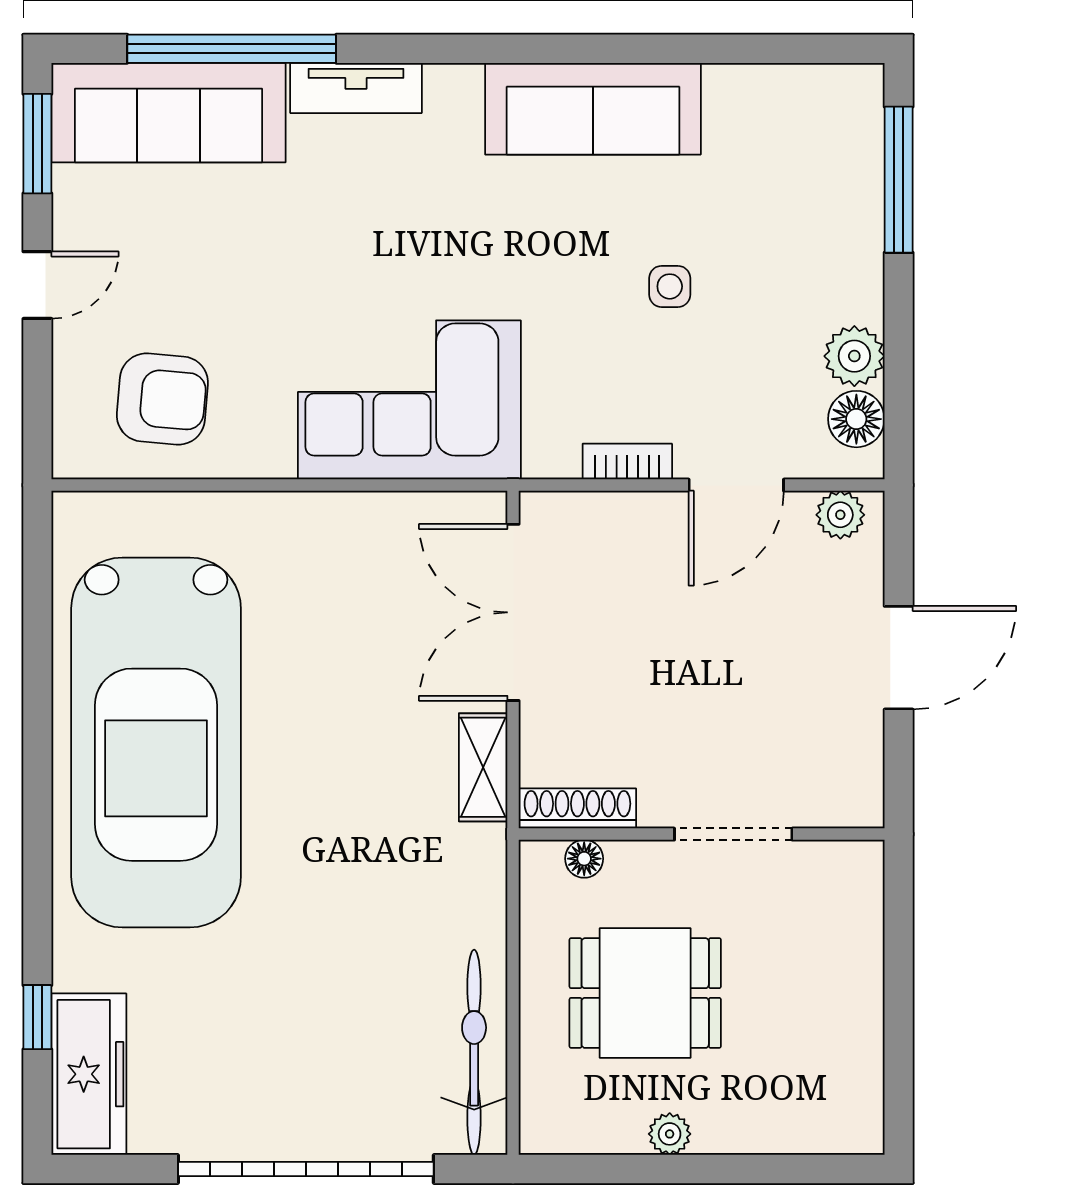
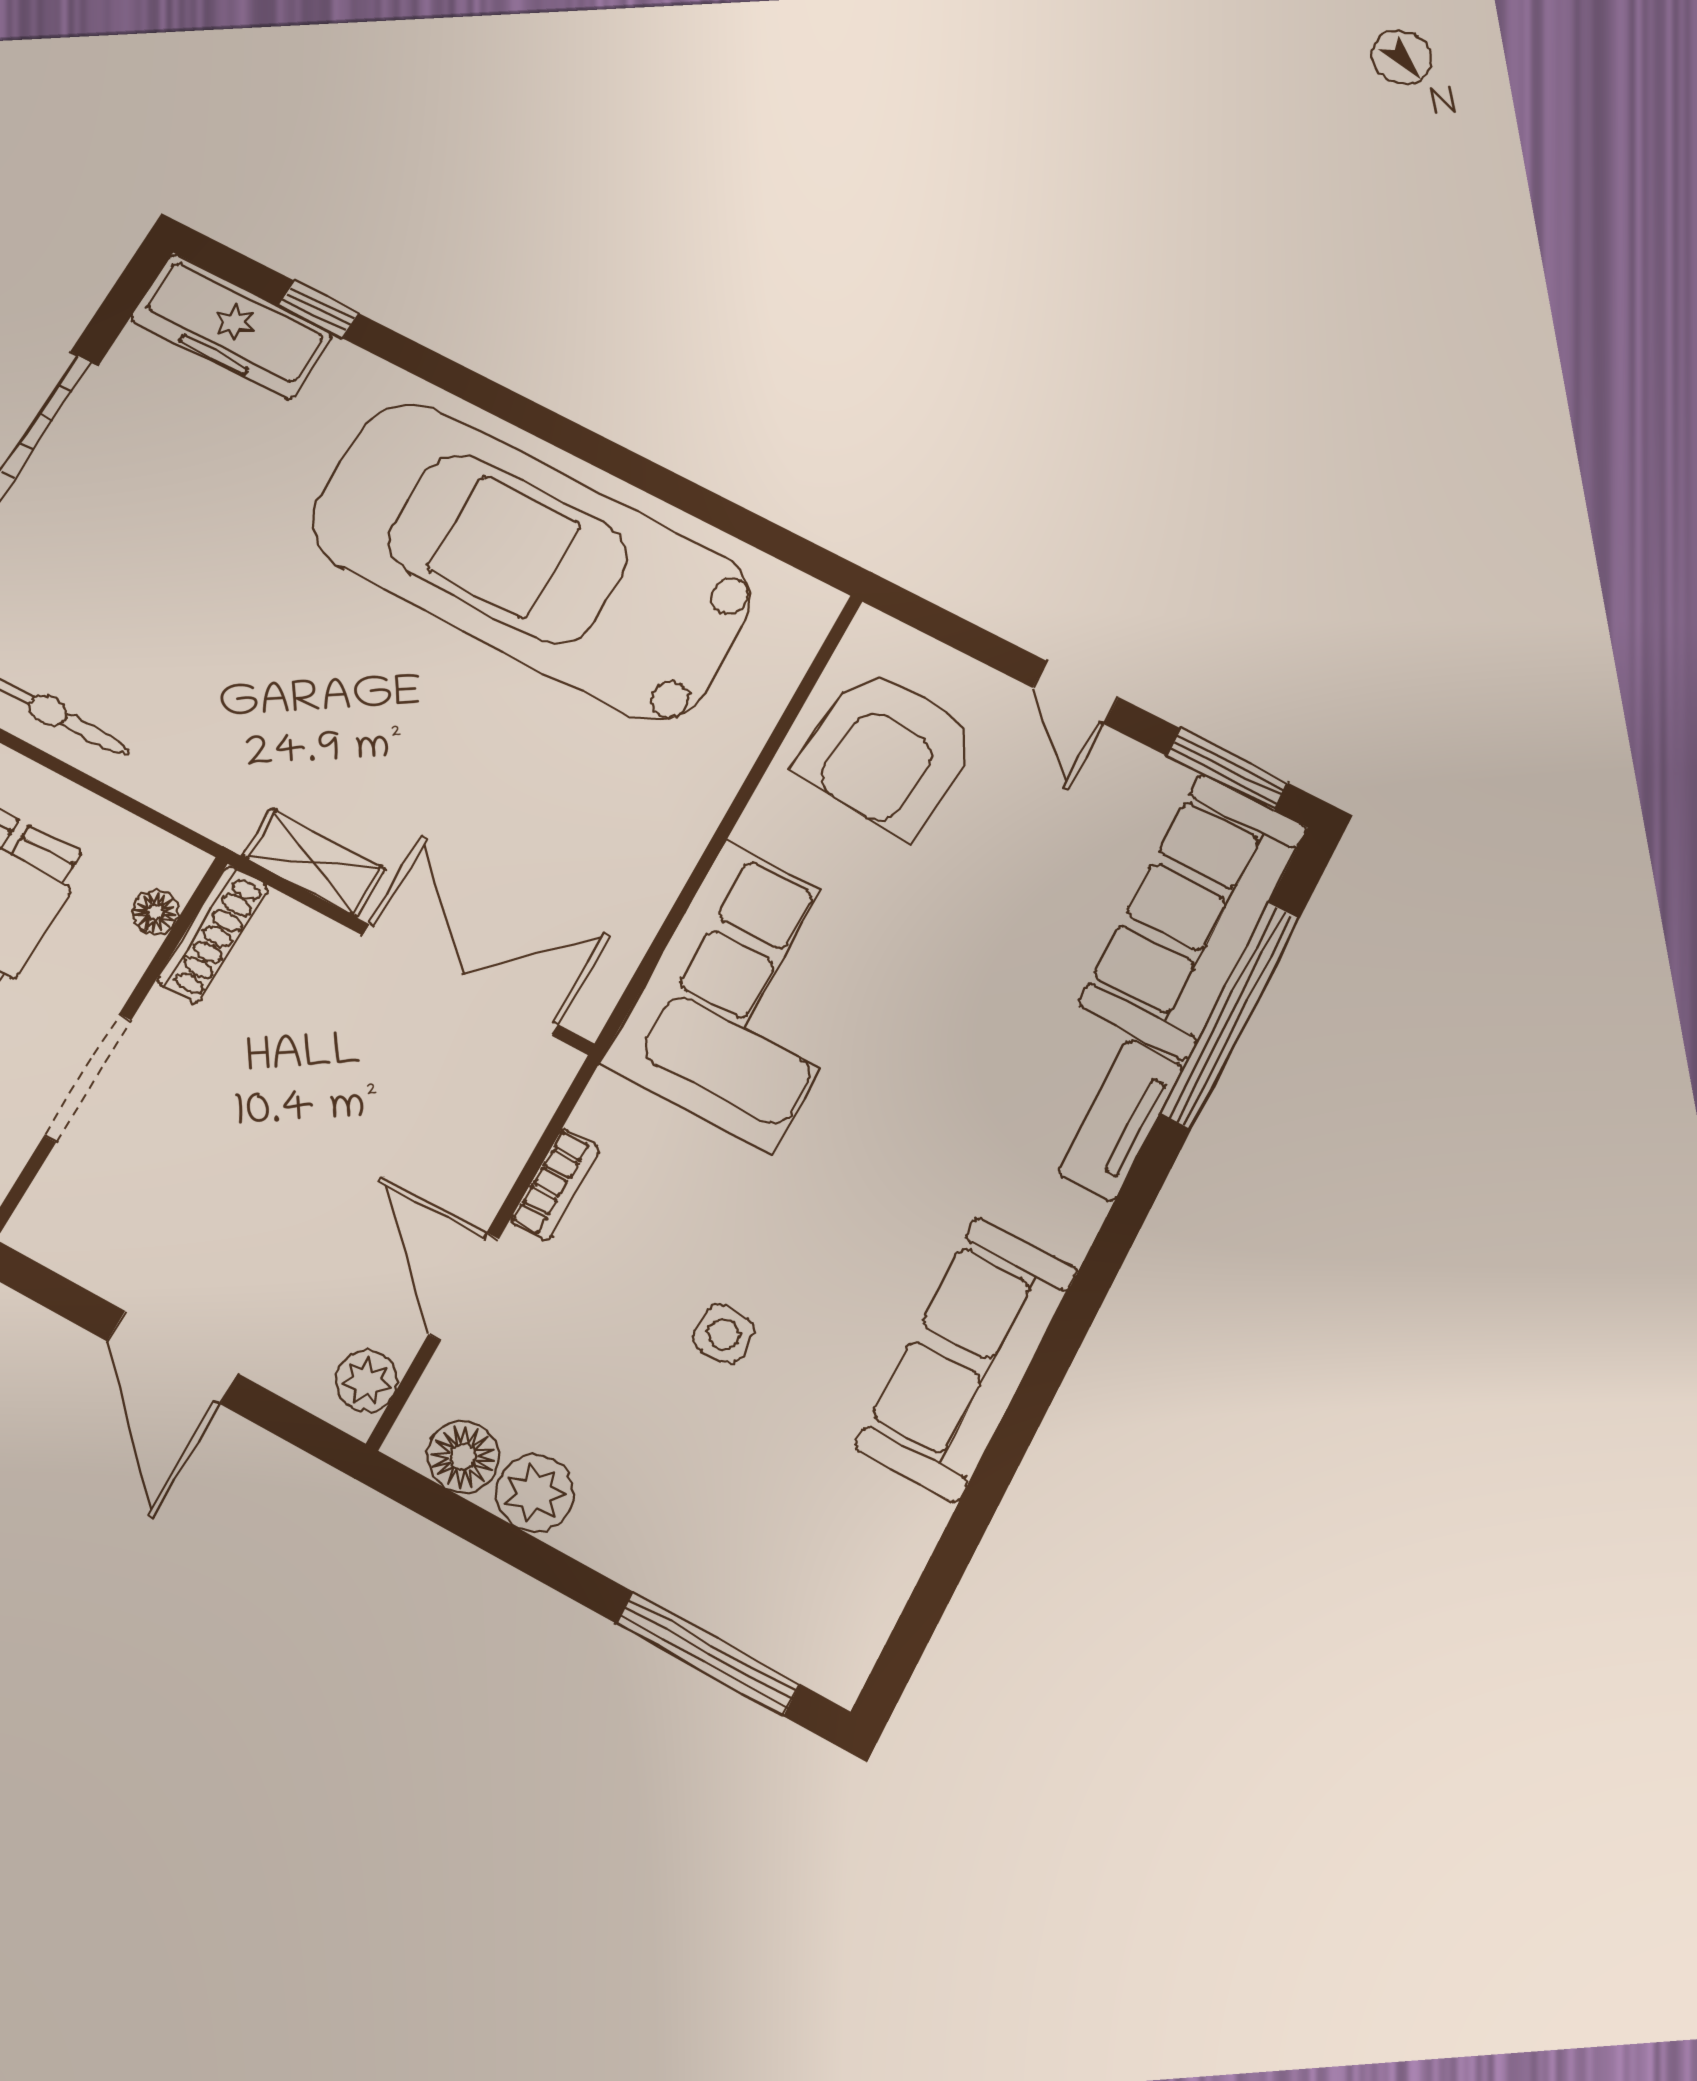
armchair: (162, 399) -> (887, 751), width x1.36, depth x1.36

